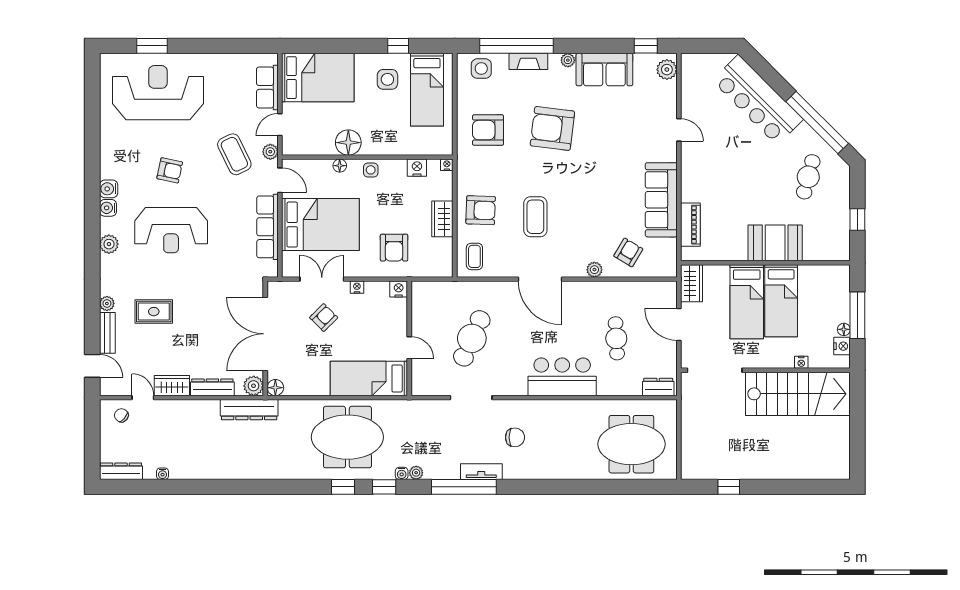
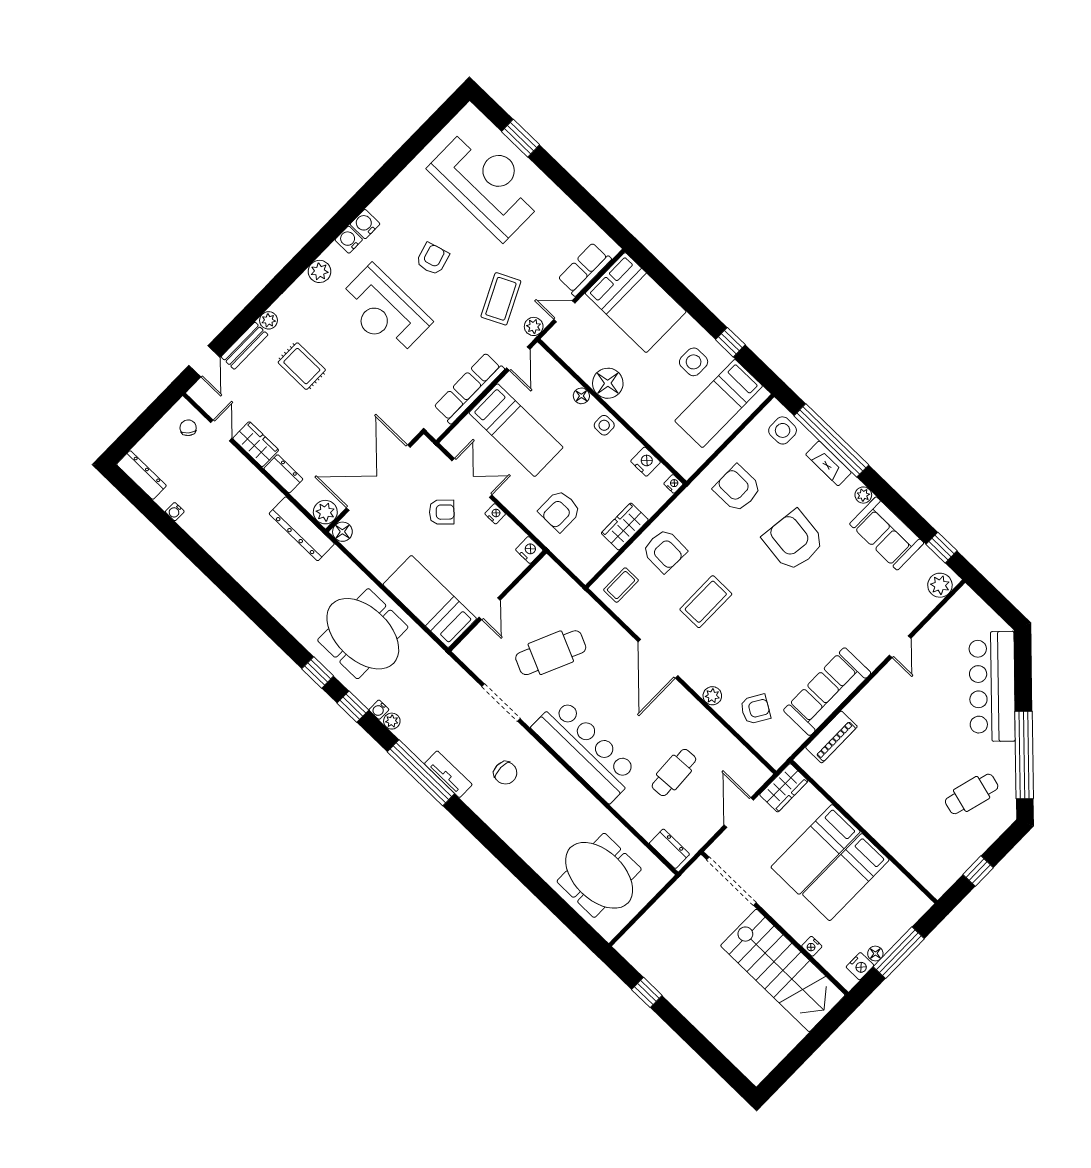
armchair: (170, 170) -> (432, 259), turned -118
bed: (320, 225) -> (516, 430), width x0.67
booth: (775, 243) -> (889, 823), removed
bar counter: (562, 377) -> (585, 750), width x1.36
dresser: (212, 387) -> (283, 474), width x0.70

